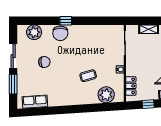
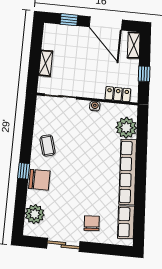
chair: (44, 62) -> (92, 223), moved
coffee table: (88, 76) -> (48, 146), moved
window: (13, 84) -> (100, 248), removed
row of seats: (73, 99) -> (128, 172), added

